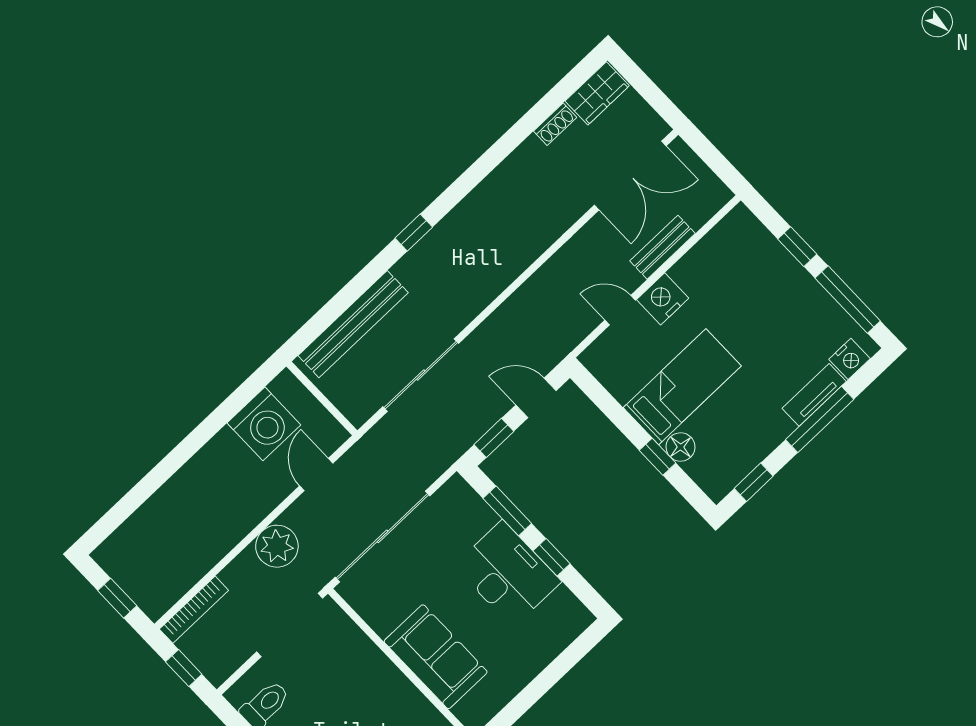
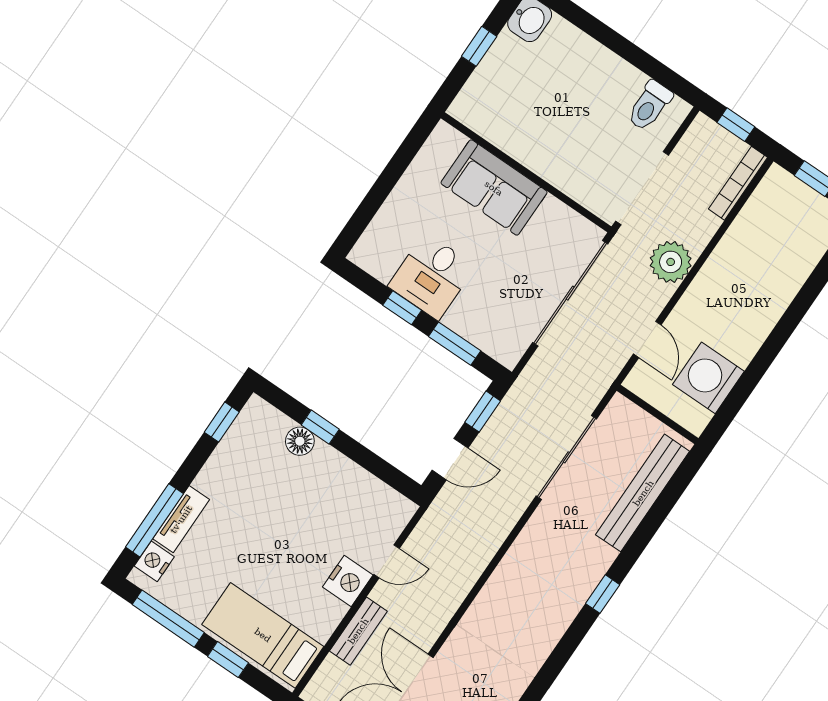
bed: (682, 387) -> (263, 635), moved, turned 90
window: (820, 419) -> (154, 520), moved
desk: (508, 574) -> (432, 276), width x0.73

